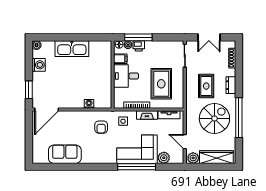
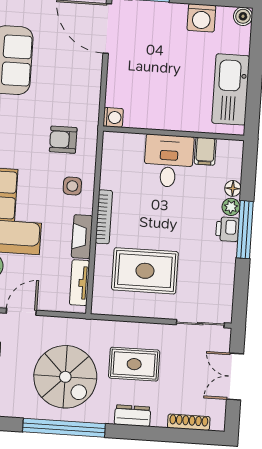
filing cabinet: (120, 59) -> (205, 151), moved
wall: (113, 75) -> (174, 133), moved
desk: (126, 76) -> (169, 161), moved

